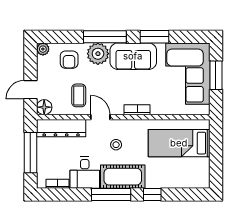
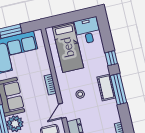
desk: (85, 173) -> (88, 31), moved, turned -90
cot: (123, 177) -> (106, 88), width x0.73, depth x0.75

